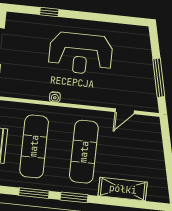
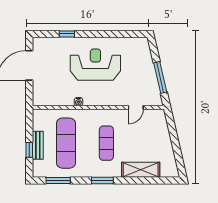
reception desk: (81, 54) -> (95, 65), turned 180
exercise mat: (84, 152) -> (106, 143), width x0.73, depth x0.69
window: (34, 193) -> (58, 181), moved

